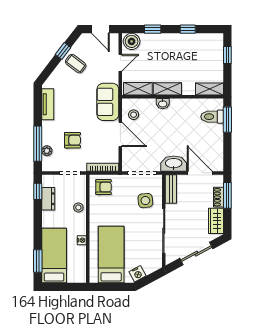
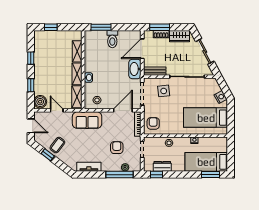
door: (100, 29) -> (31, 126), hinge flipped
shelving: (210, 89) -> (77, 51), moved
toilet: (212, 117) -> (112, 39), moved
door: (120, 134) -> (123, 110), moved

